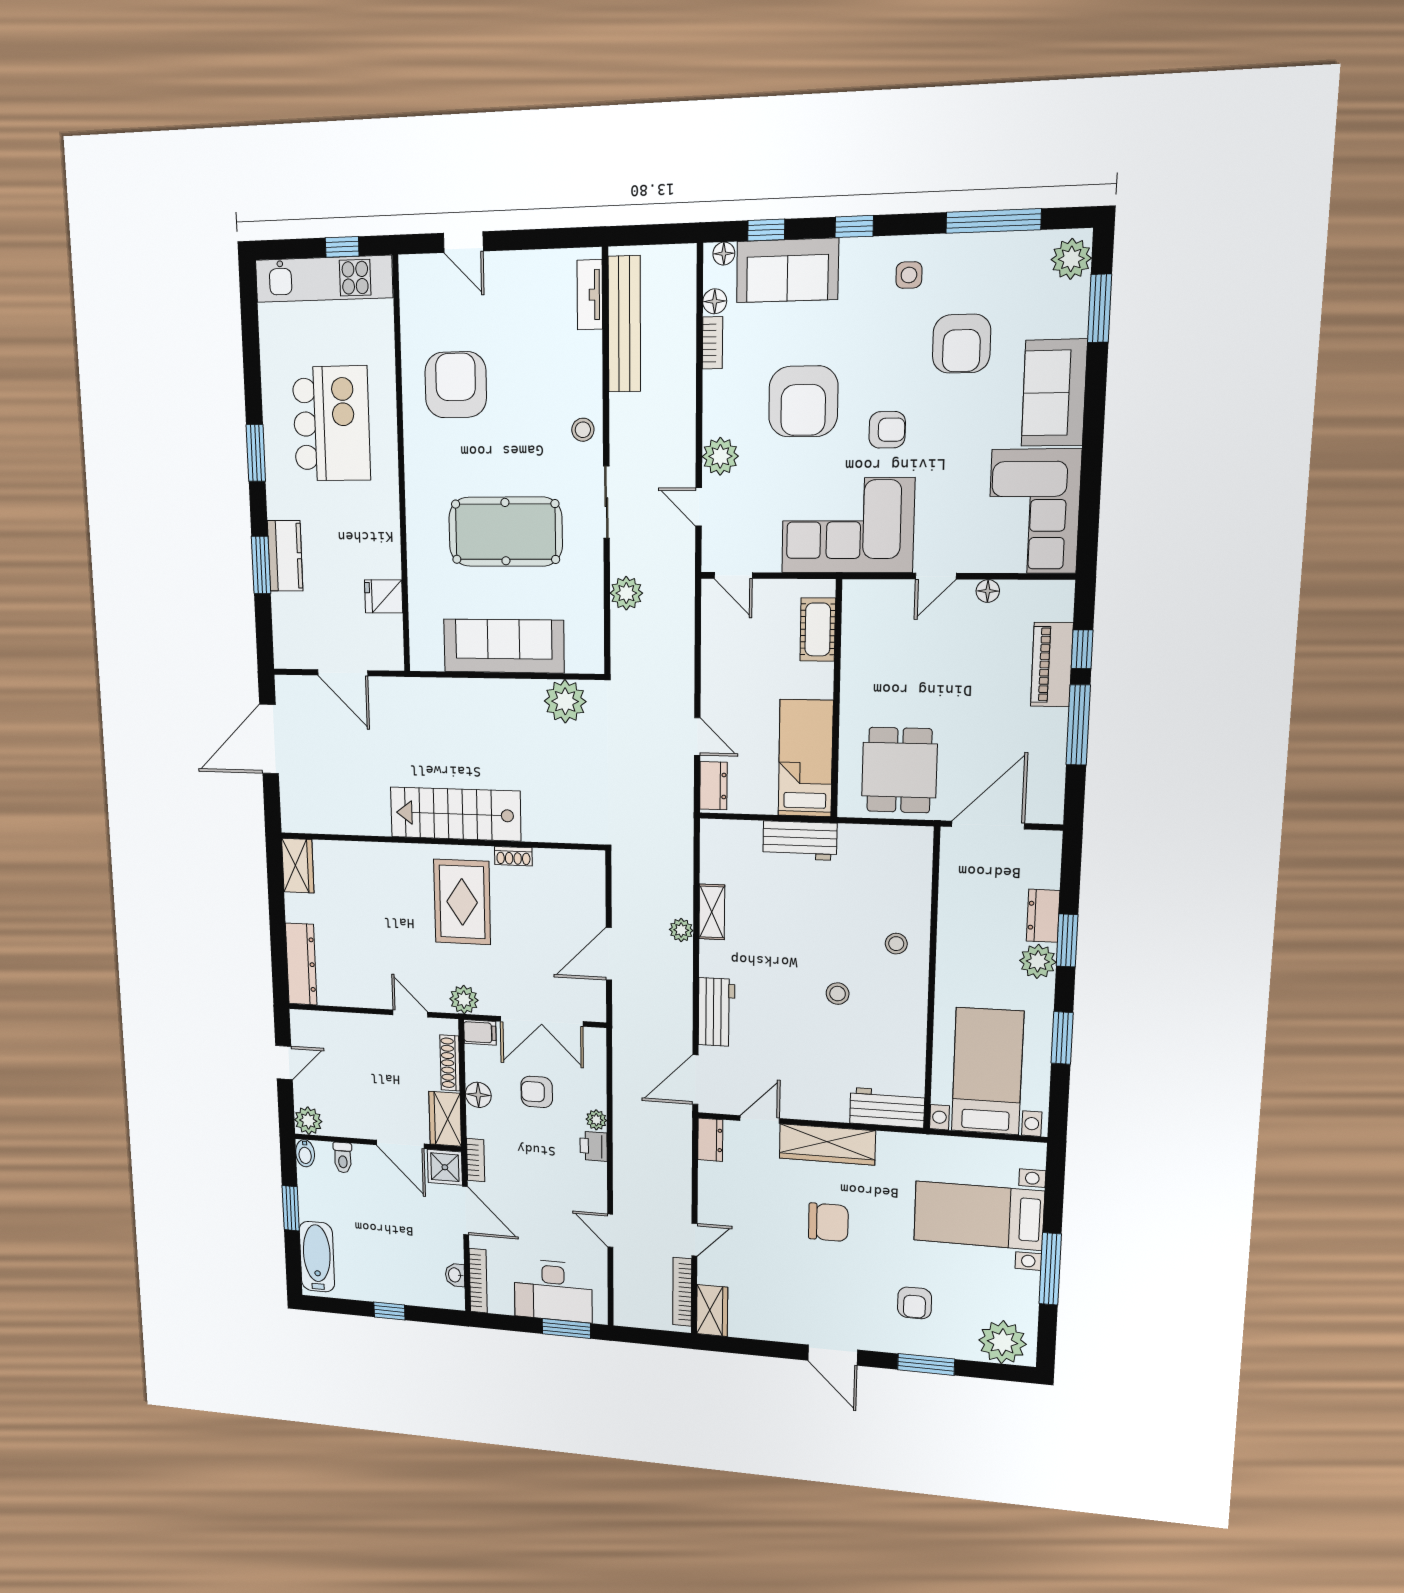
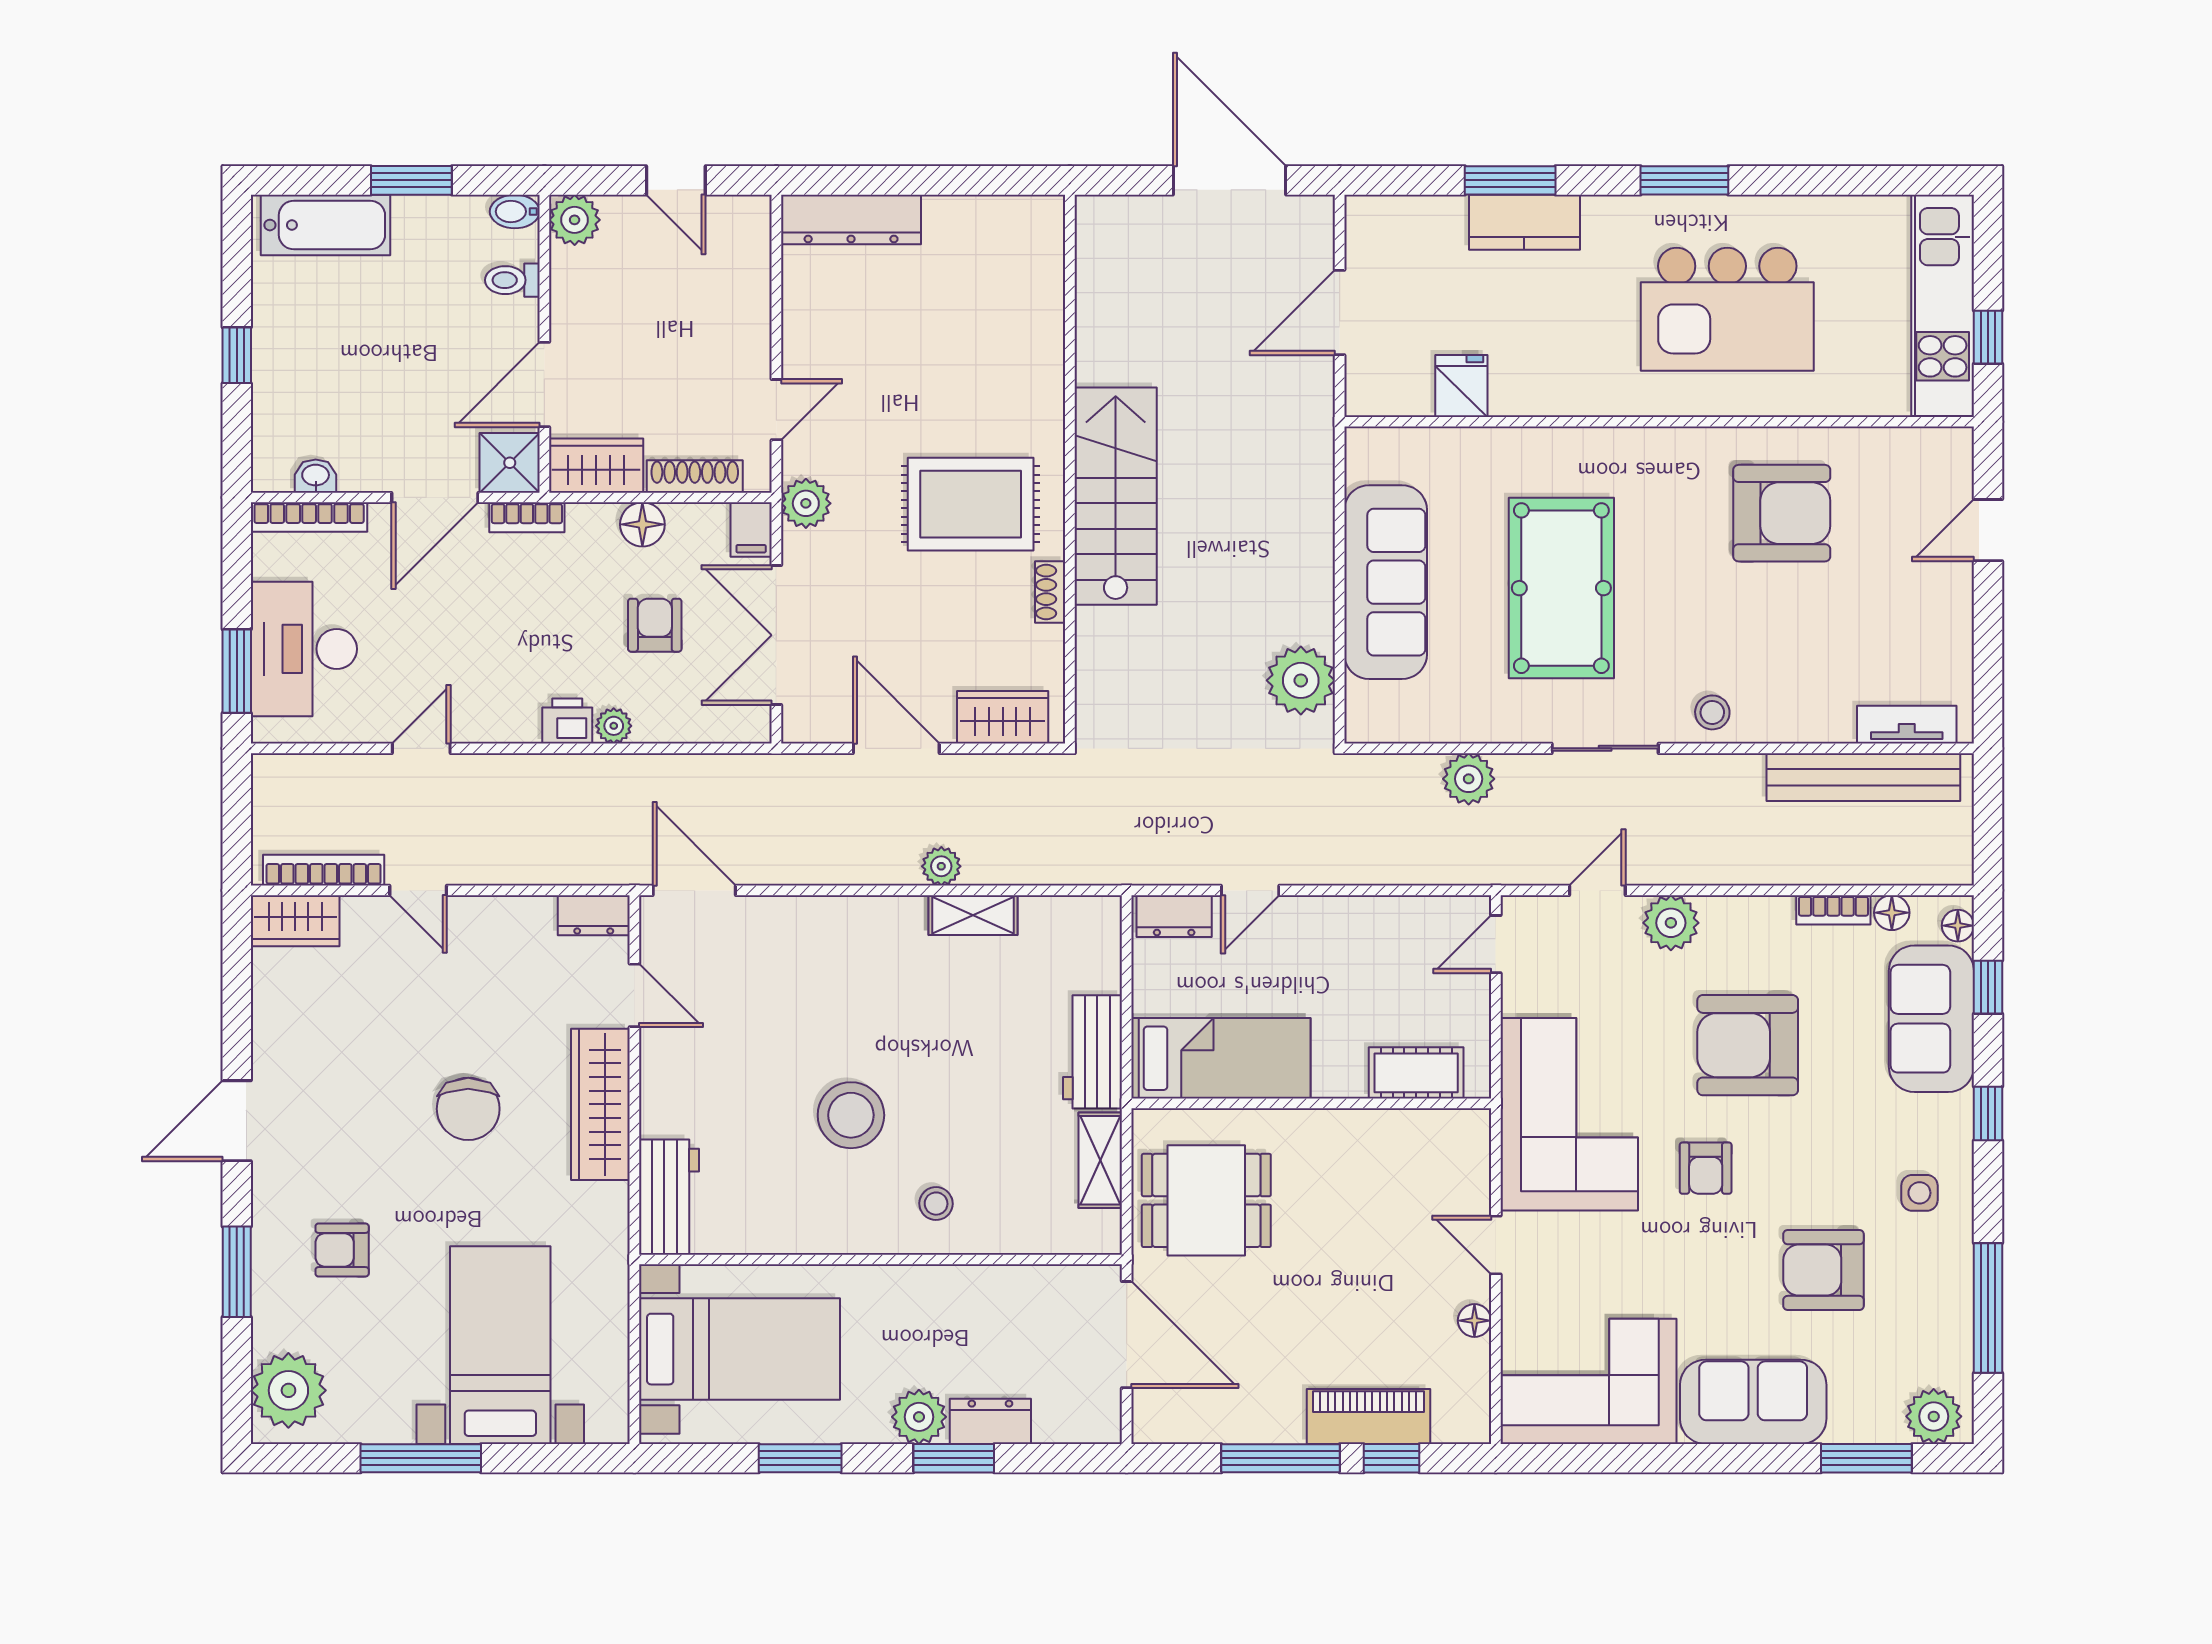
shelving: (871, 838) -> (1100, 1160), added
wardrobe: (298, 866) -> (1003, 717), moved, turned 180
stool: (838, 994) -> (851, 1115), width x1.89, depth x1.89
workbench: (717, 1012) -> (809, 924), removed

